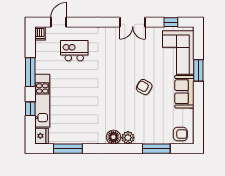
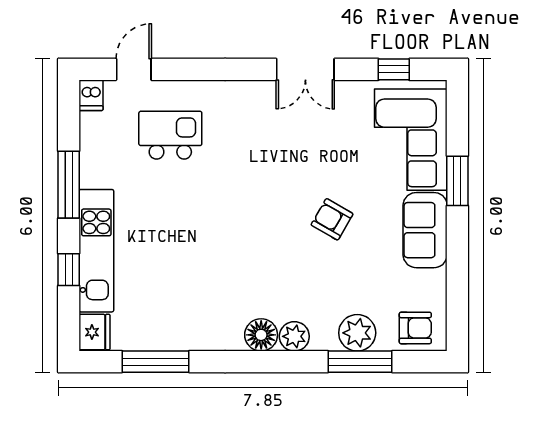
plant: (155, 136) -> (357, 333), added

